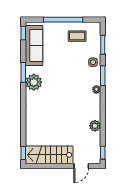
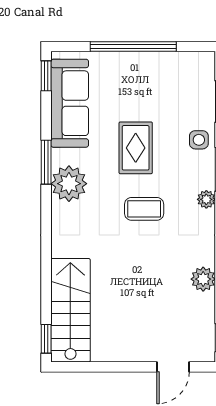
coffee table: (77, 36) -> (144, 209), moved
rug: (64, 66) -> (136, 148), added
stairs: (49, 155) -> (70, 310), moved, turned 90

